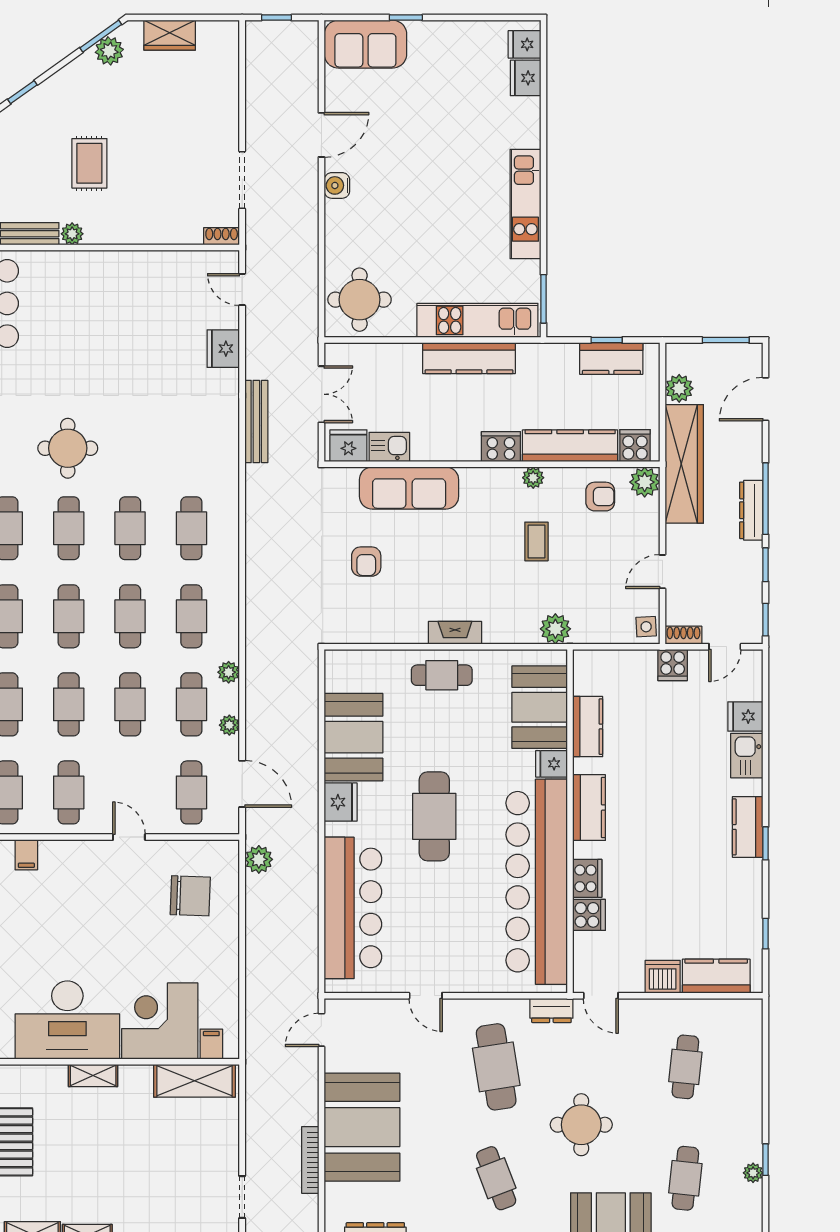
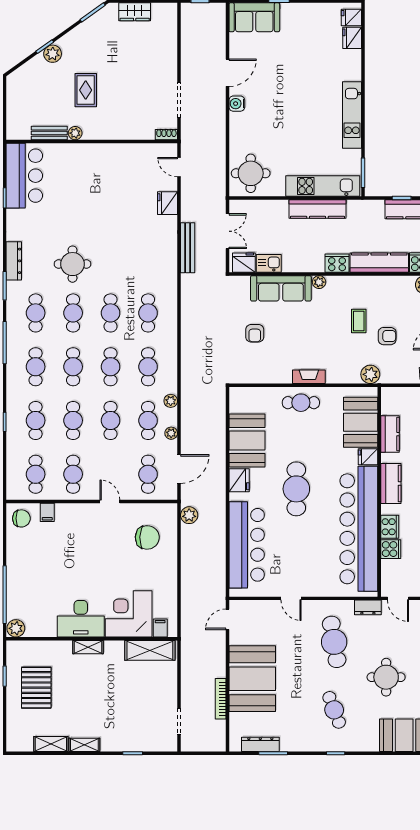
plant: (109, 51) -> (53, 54), moved
plant: (533, 478) -> (319, 282), moved
armchair: (600, 497) -> (387, 336), moved
door: (242, 784) -> (179, 469), hinge flipped
desk: (67, 1020) -> (81, 619), width x0.73, depth x0.77

